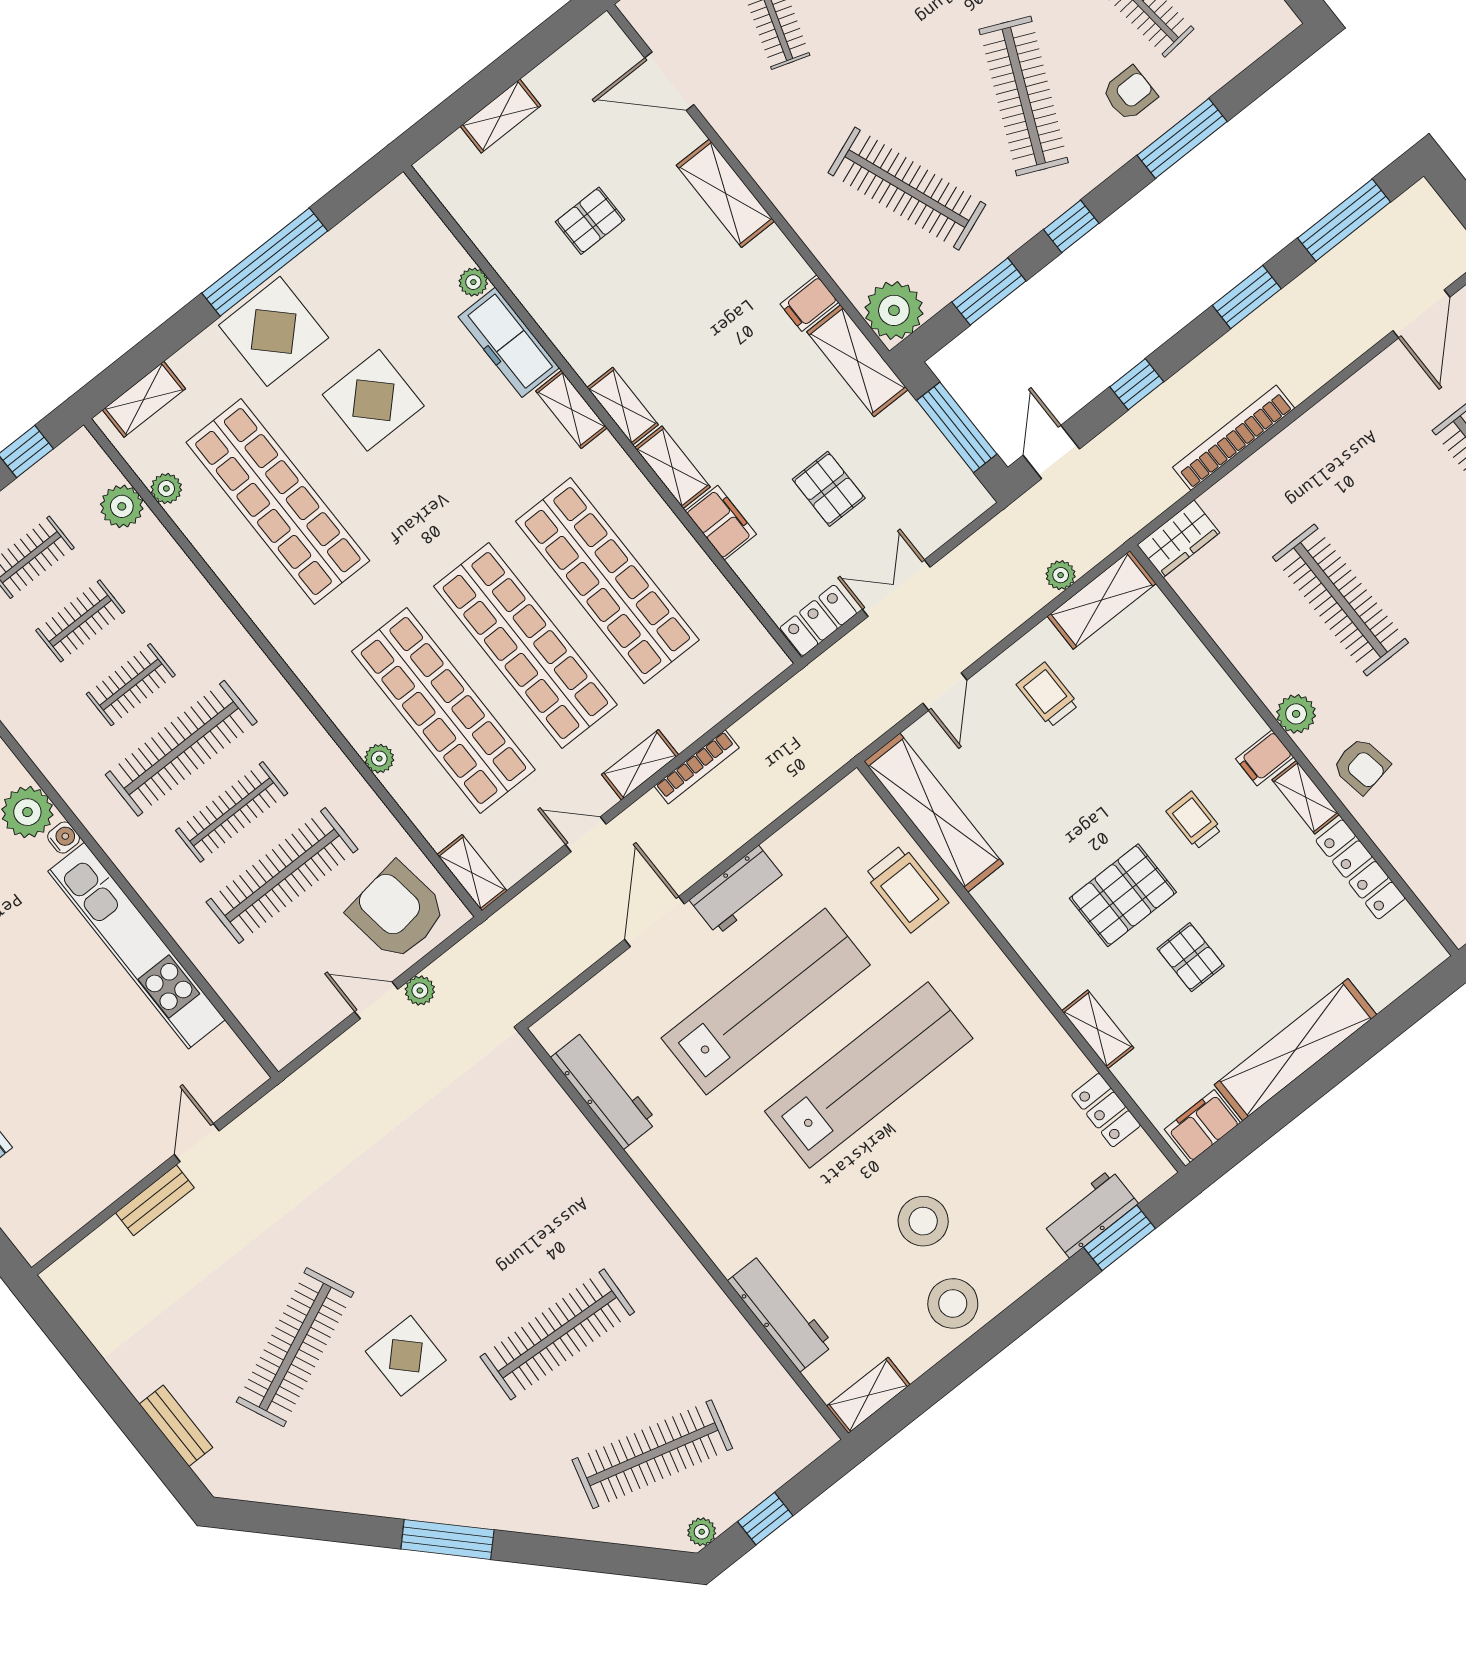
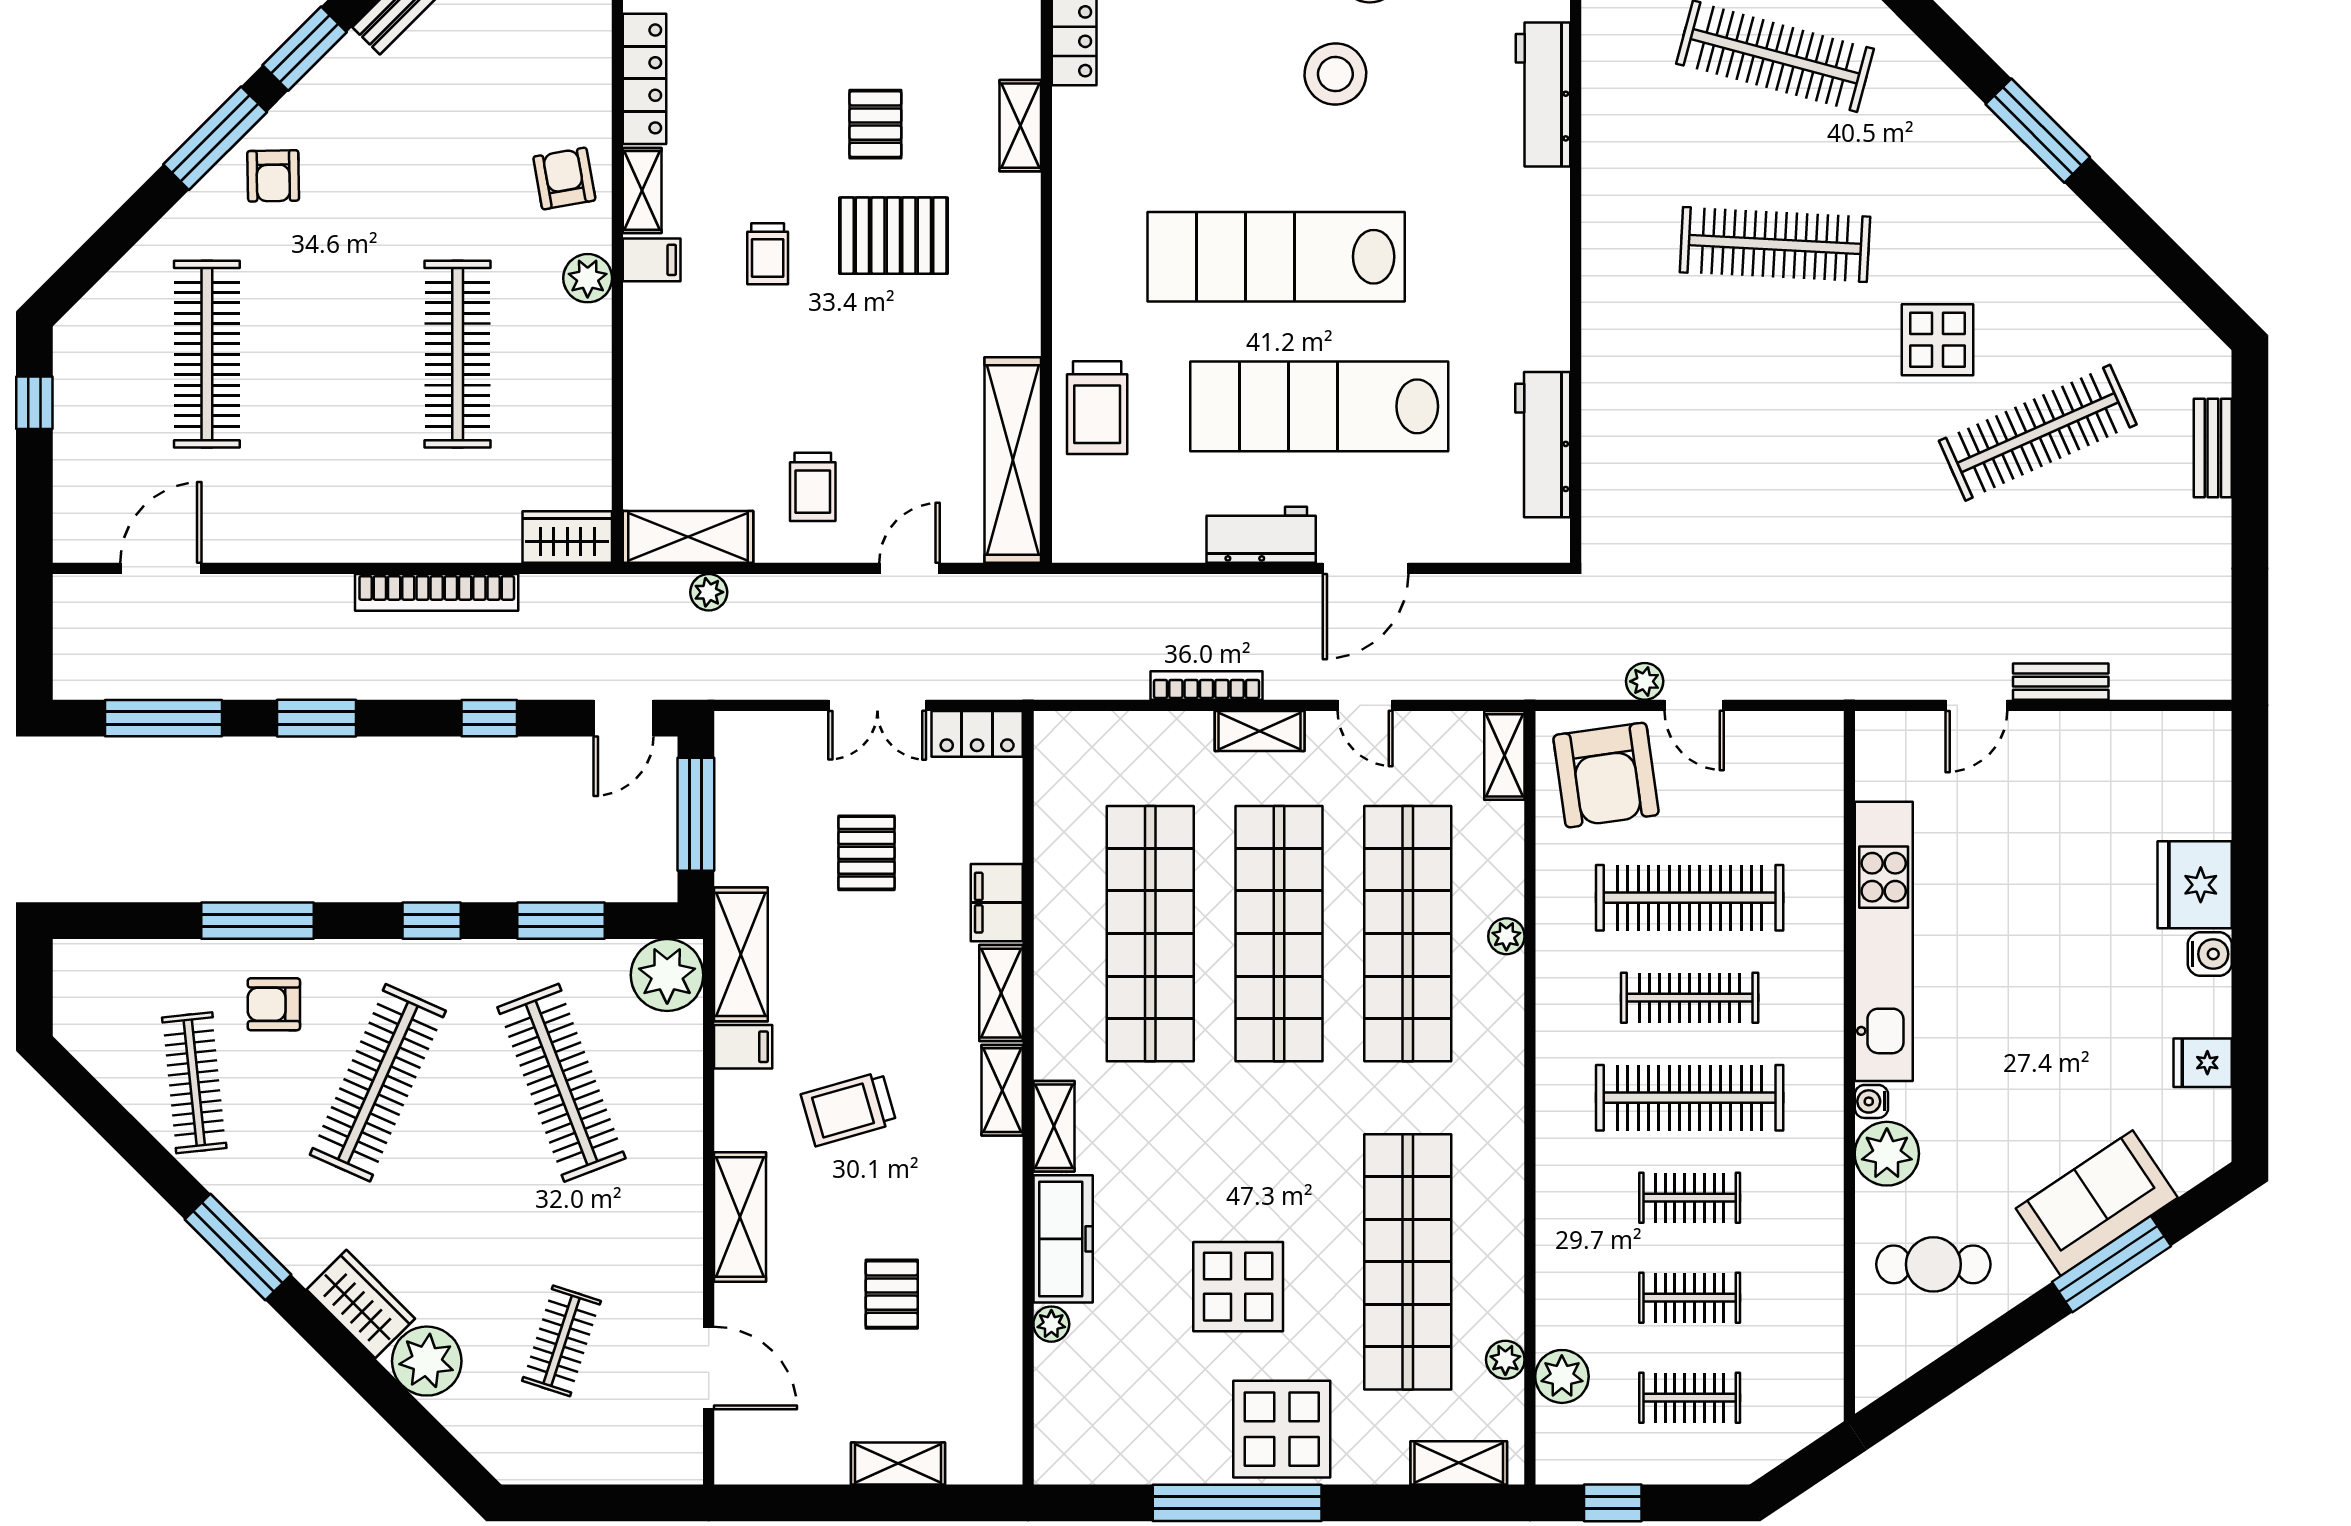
pallet: (590, 221) -> (892, 1294), turned 90
trolley: (711, 317) -> (849, 1109), added
trolley: (906, 889) -> (1097, 408), turned 180

